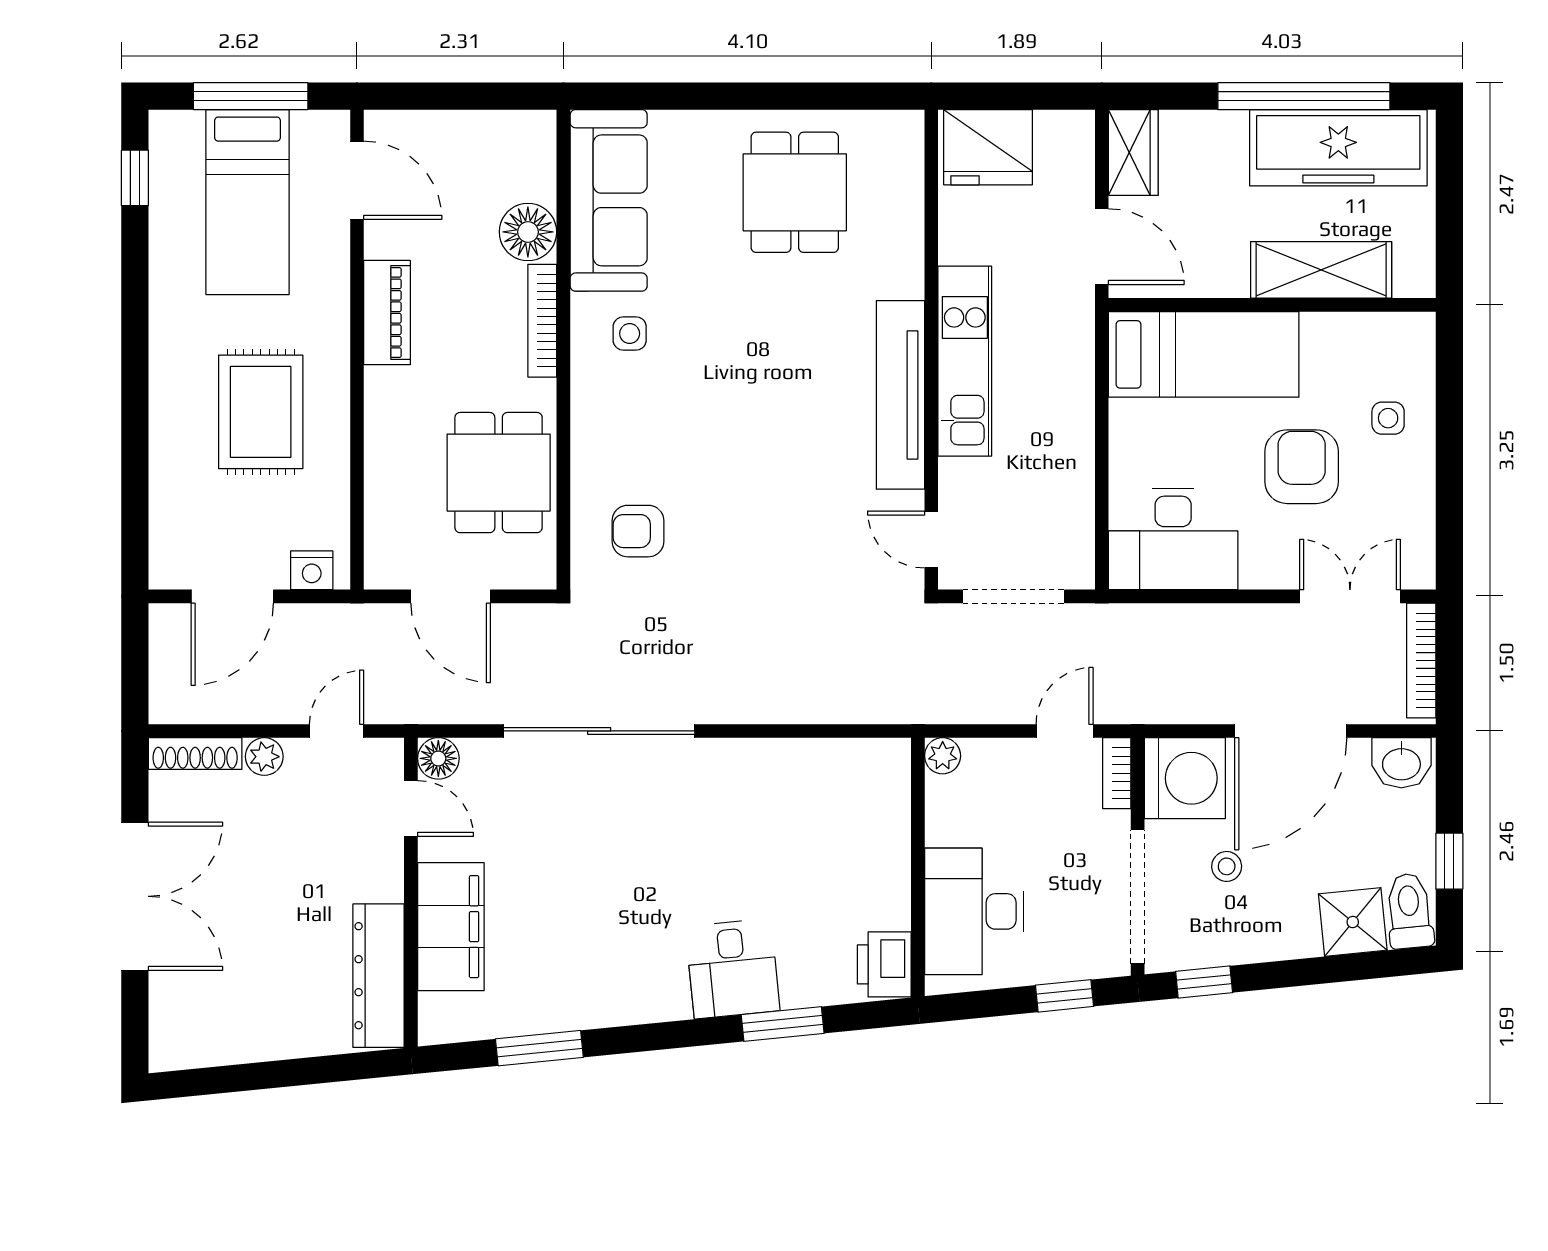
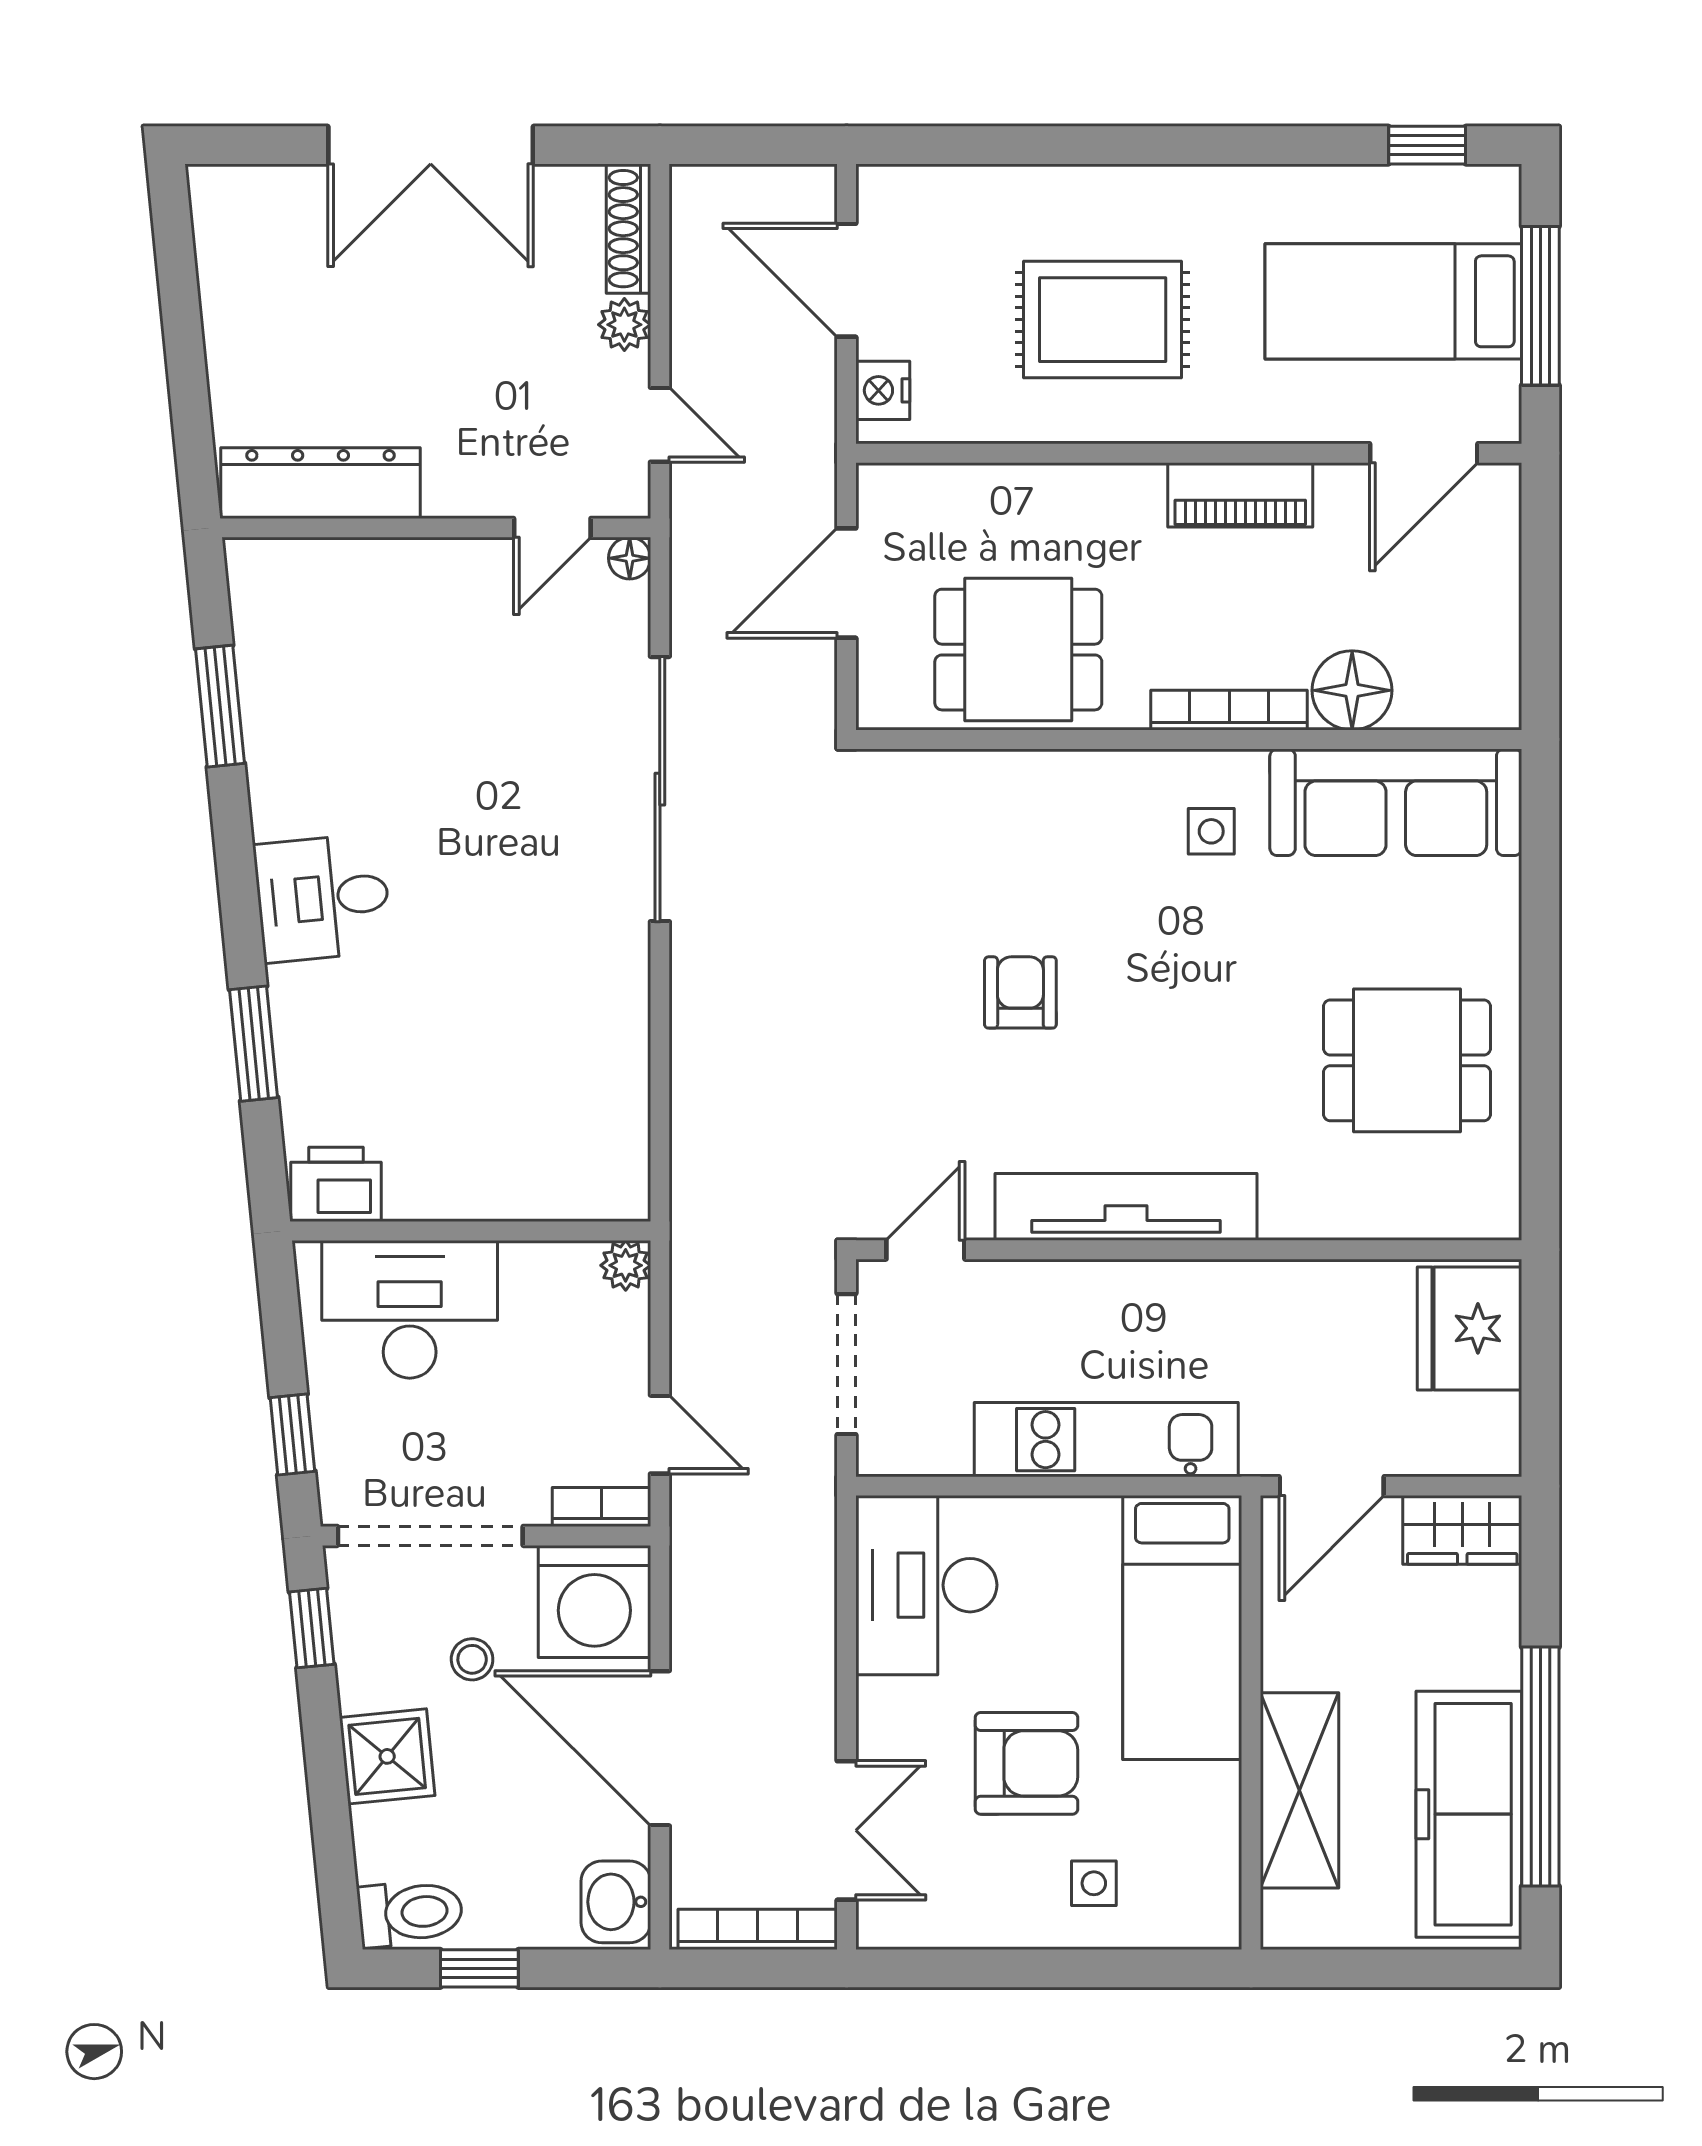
kitchen unit: (965, 361) -> (1106, 1440), moved, turned 180
armchair: (638, 531) -> (1020, 992), moved
floor lamp: (438, 758) -> (630, 558), width x0.73, depth x0.73
shower: (1353, 922) -> (387, 1756), moved
filing cabinet: (451, 927) -> (389, 583), removed
desk: (733, 969) -> (323, 898), moved

